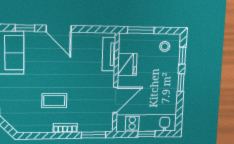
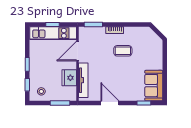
door: (59, 29) -> (110, 103), moved
tv unit: (109, 54) -> (83, 80), width x1.41

